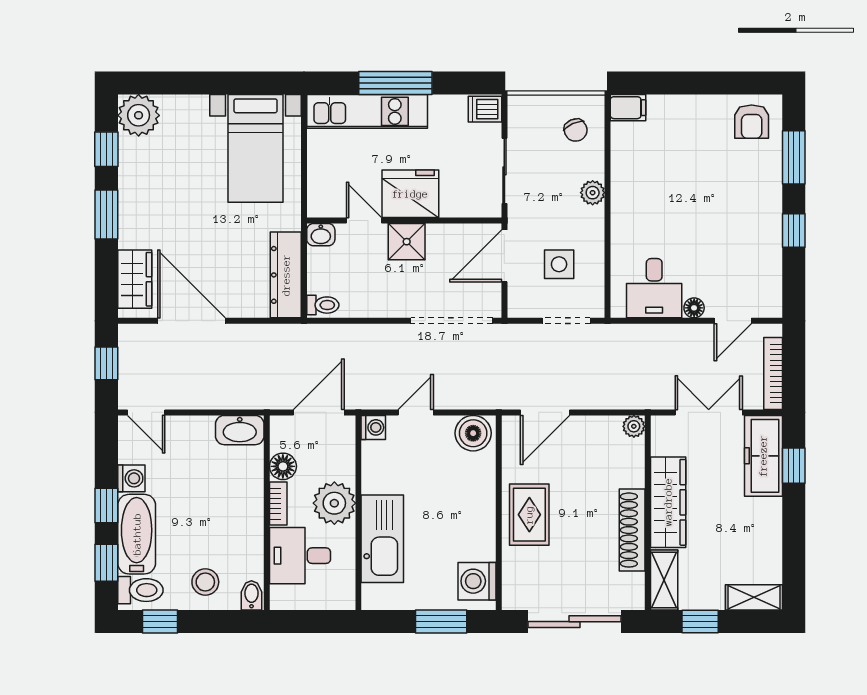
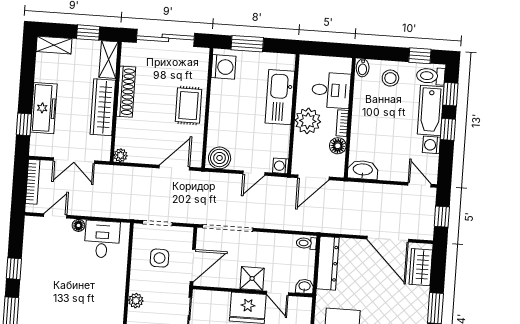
freezer: (763, 456) -> (44, 108), moved

